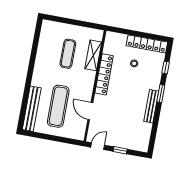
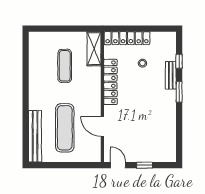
locker: (147, 44) -> (127, 38), moved
shelving: (93, 55) -> (94, 49), moved
bench: (151, 106) -> (171, 75), moved, width x0.73
door: (98, 146) -> (118, 165), hinge flipped

